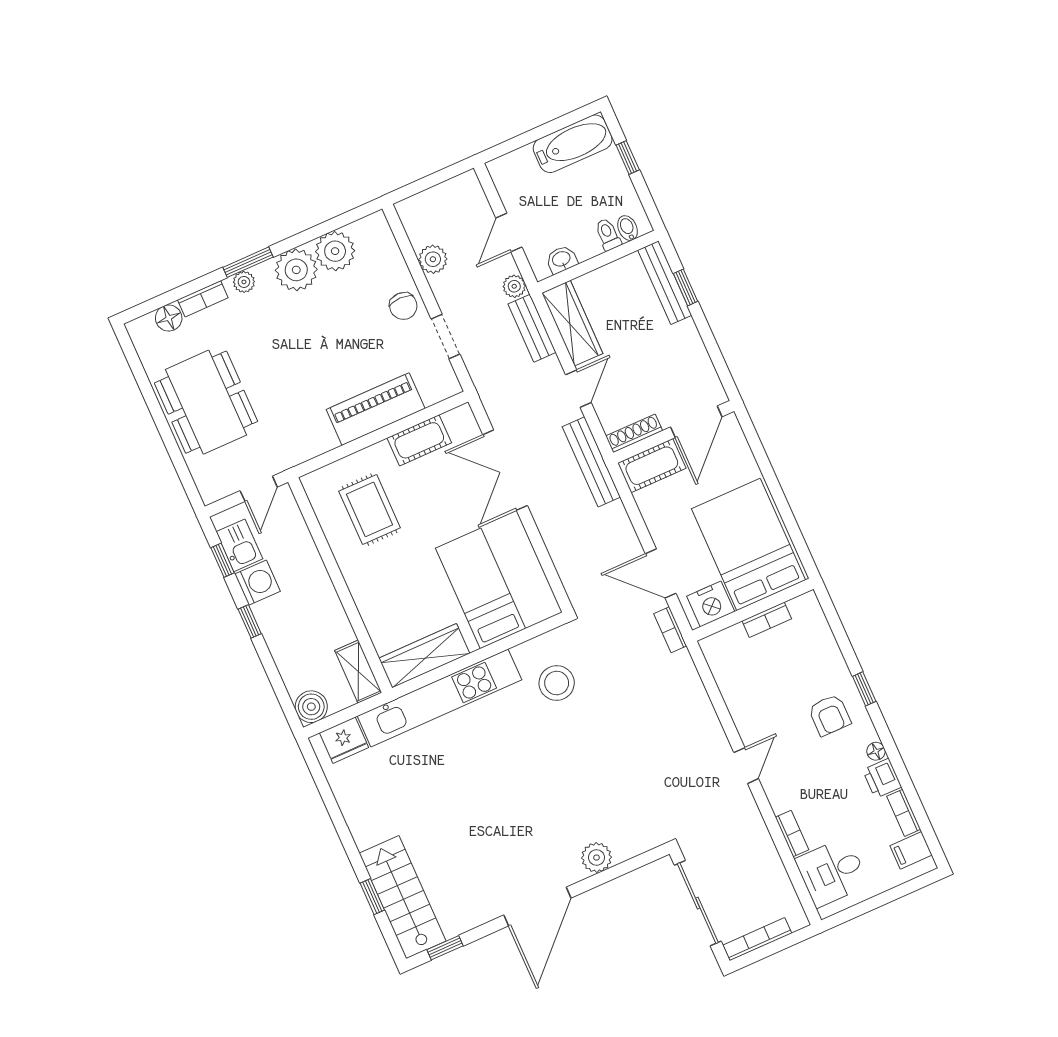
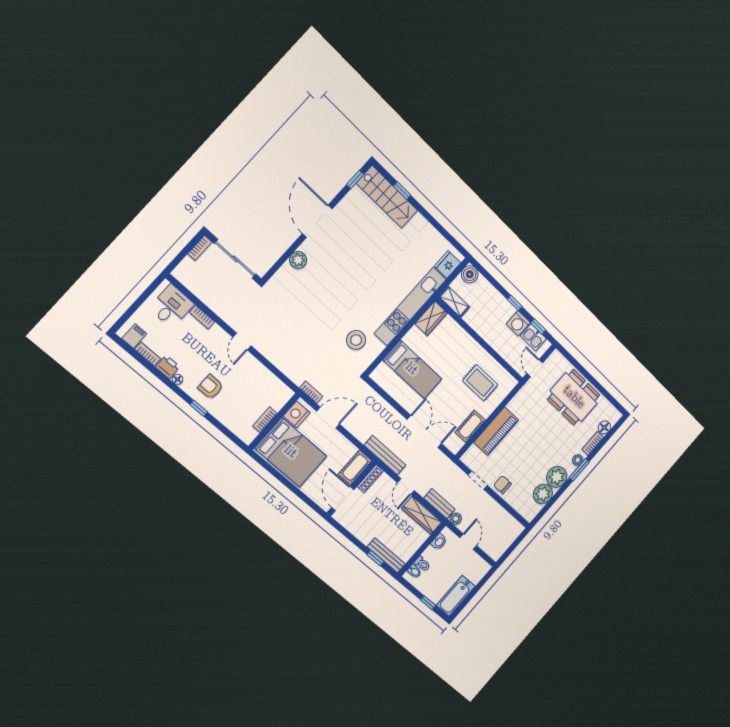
plant: (433, 259) -> (498, 512), removed
wardrobe: (424, 656) -> (431, 318), width x0.67
bookcase: (757, 939) -> (200, 248), width x0.64

